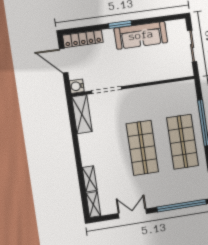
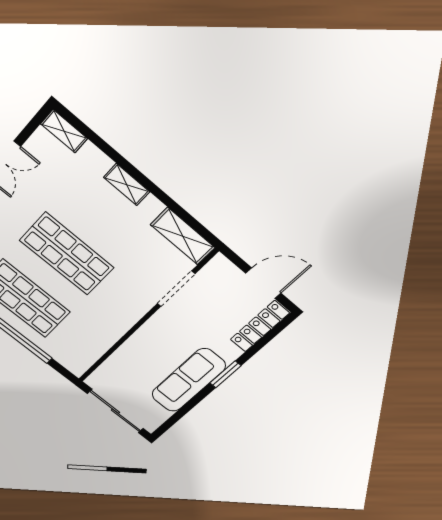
sliding door: (192, 46) -> (115, 411), width x1.37
water cooler: (77, 86) -> (220, 265), removed
shelving: (90, 179) -> (127, 185), moved

